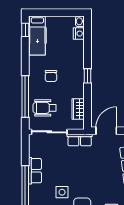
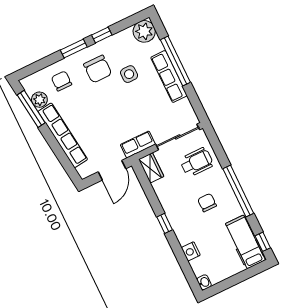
nightstand: (79, 34) -> (191, 251), moved
window: (25, 97) -> (238, 191), moved
wardrobe: (78, 109) -> (151, 168), moved
row of seats: (35, 171) -> (169, 76), width x1.48

